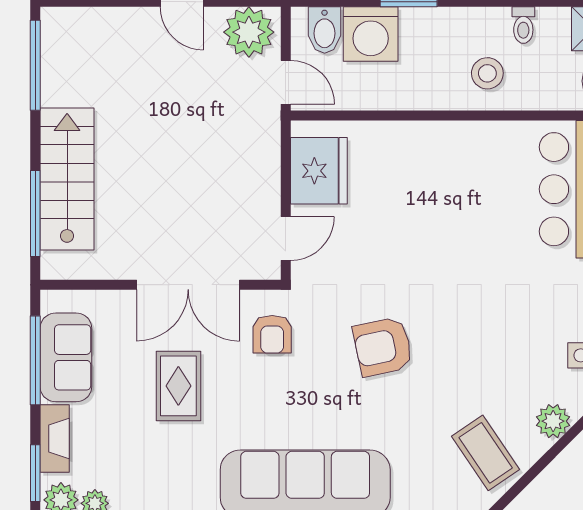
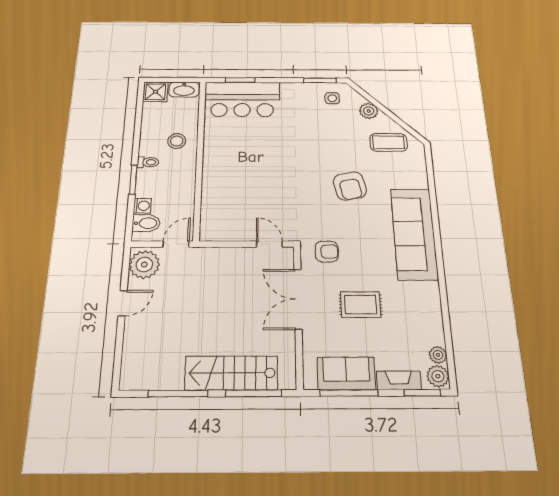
toilet: (523, 25) -> (148, 162), moved
washing machine: (371, 34) -> (142, 206), width x0.53, depth x0.53
window: (35, 65) -> (178, 394), moved
fridge: (319, 171) -> (229, 226), removed
double door: (188, 285) -> (298, 299), swing flipped
armchair: (383, 347) -> (350, 186), moved
coffee table: (486, 453) -> (389, 142), turned 34

